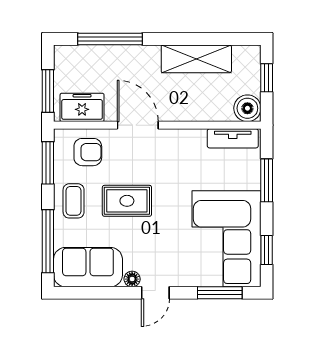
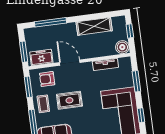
tv unit: (233, 138) -> (105, 64), moved
armchair: (88, 152) -> (47, 79), turned 180

